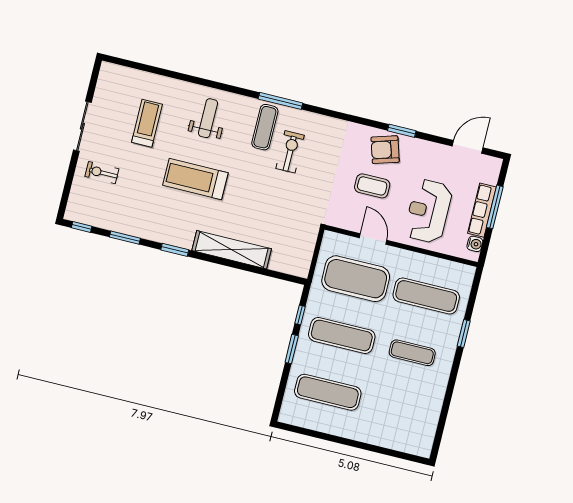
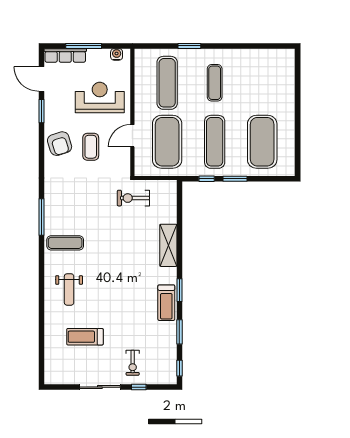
window: (280, 101) -> (41, 217), moved
weight bench: (208, 118) -> (69, 289), turned -90
window: (402, 131) -> (41, 111), moved
exercise bike: (290, 152) -> (133, 198), moved
window: (71, 173) -> (139, 387), added
treadmill: (195, 179) -> (166, 303), moved, width x0.73, depth x0.73
row of seats: (482, 210) -> (65, 55), moved
reception desk: (428, 211) -> (100, 97), turned 180
shelving: (232, 250) -> (168, 245), width x0.68
exercise mat: (328, 392) -> (262, 142), width x1.47

